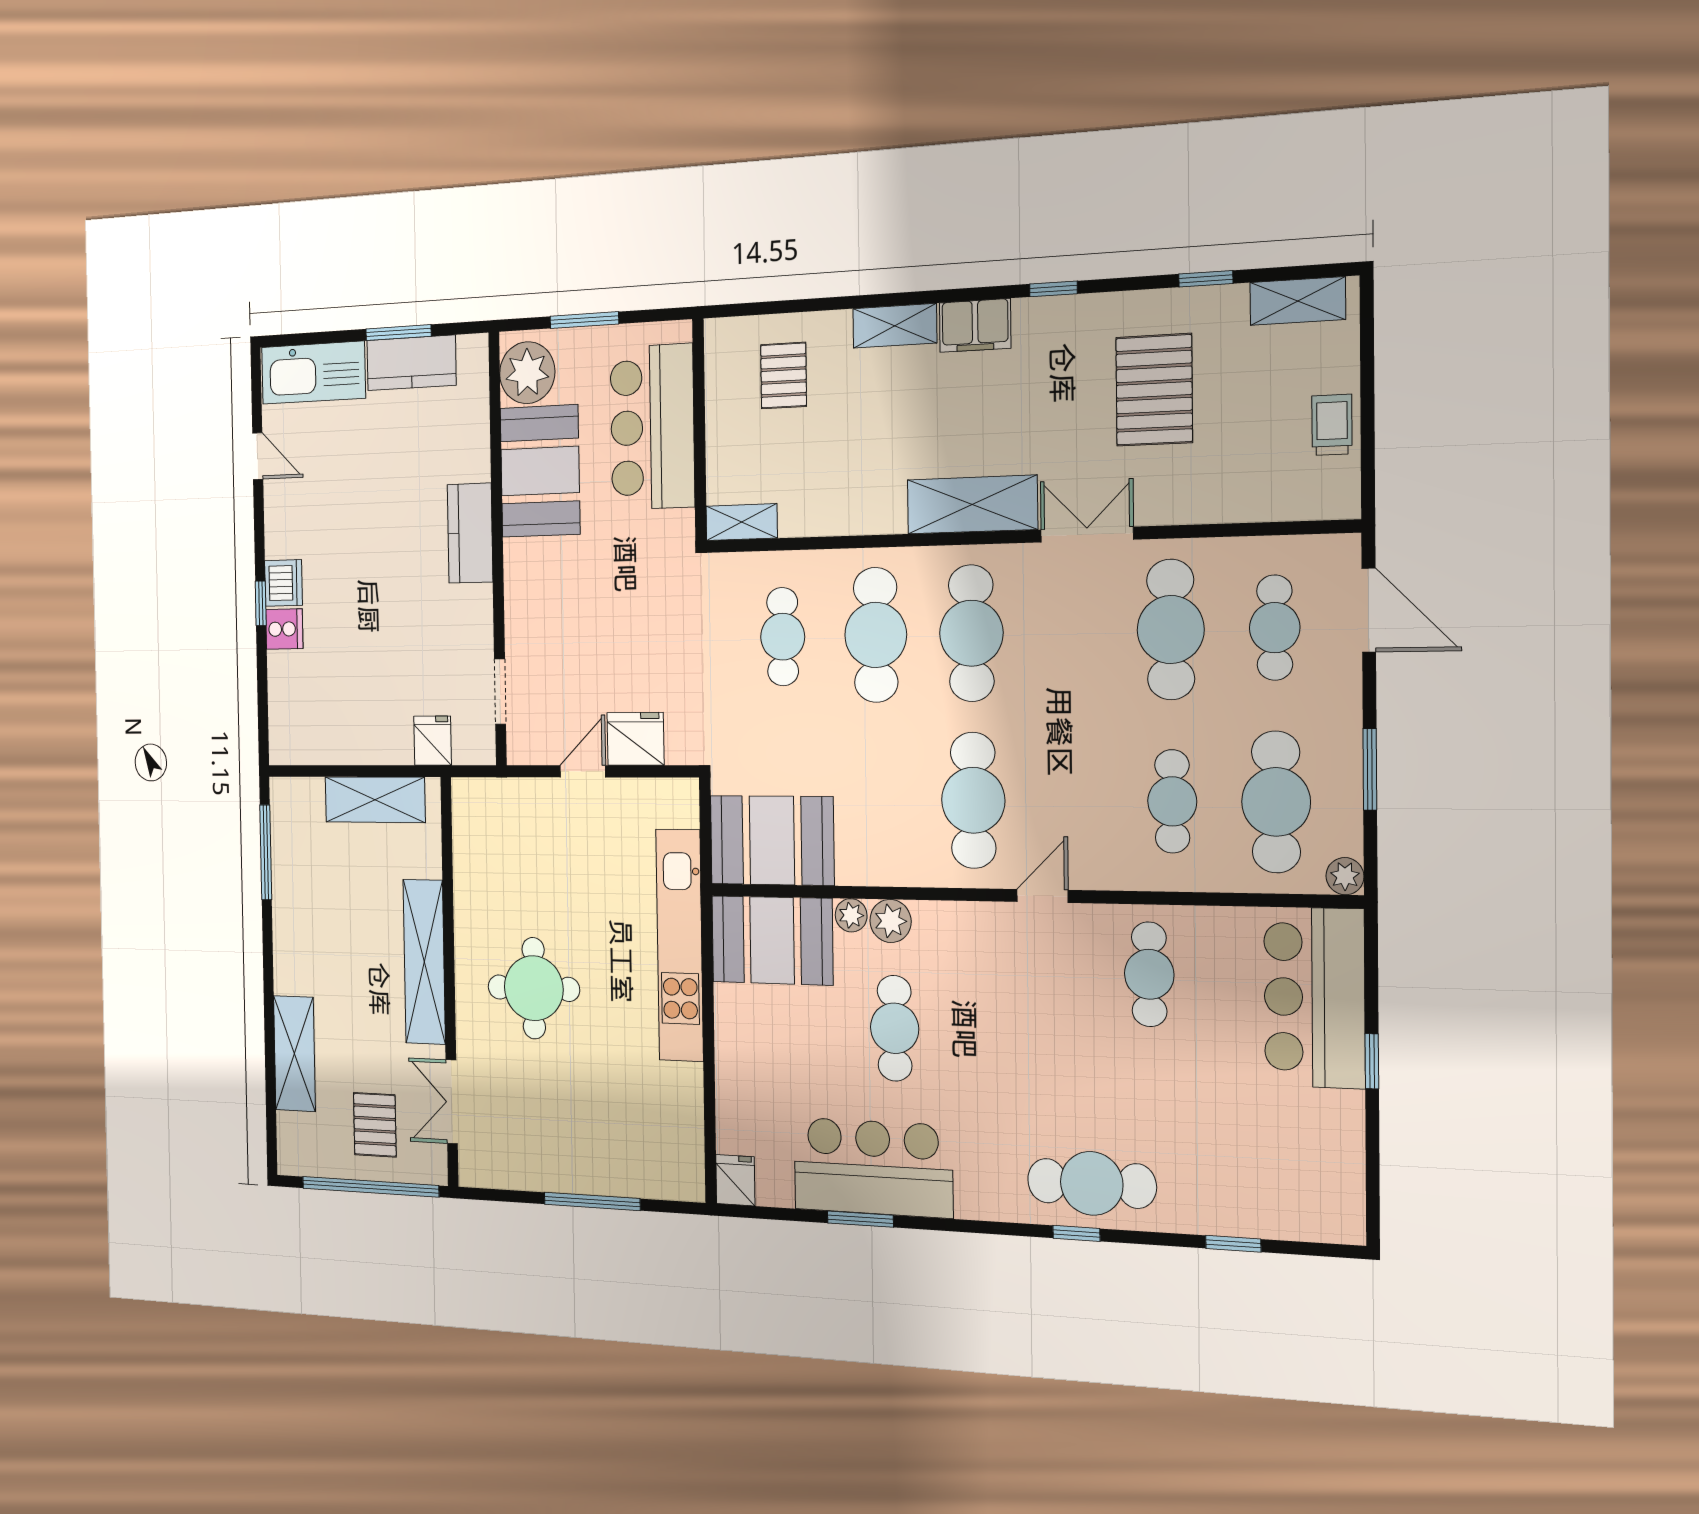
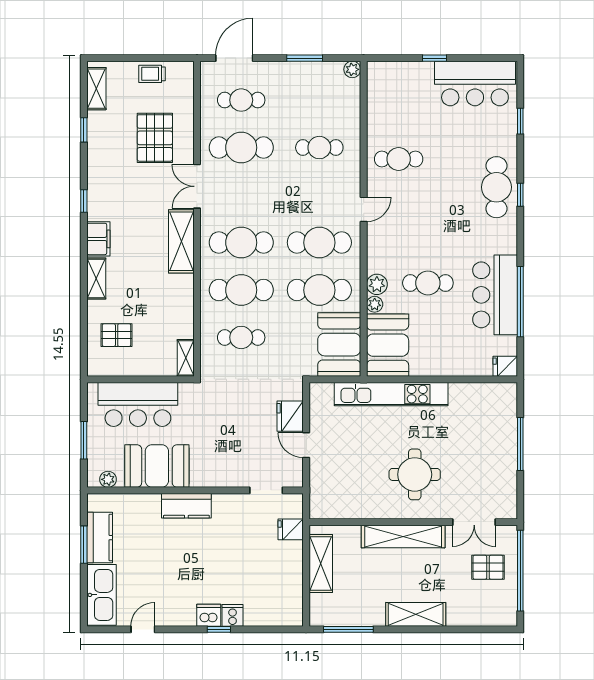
plant: (527, 373) -> (108, 479), width x0.53, depth x0.53
pallet: (1154, 390) -> (155, 138), moved, turned 90
cafe table: (1276, 802) -> (319, 290), moved
door: (1043, 896) -> (364, 209), swing flipped
bar counter: (1314, 997) -> (475, 83), moved
shelving: (294, 1054) -> (416, 614), moved
window: (860, 1219) -> (520, 302), width x2.11

